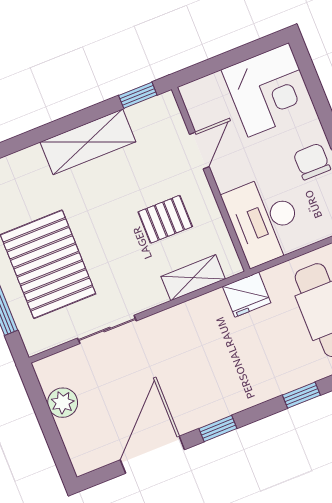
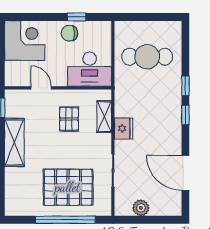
fridge: (247, 295) -> (124, 128), moved
window: (218, 428) -> (185, 115), moved

